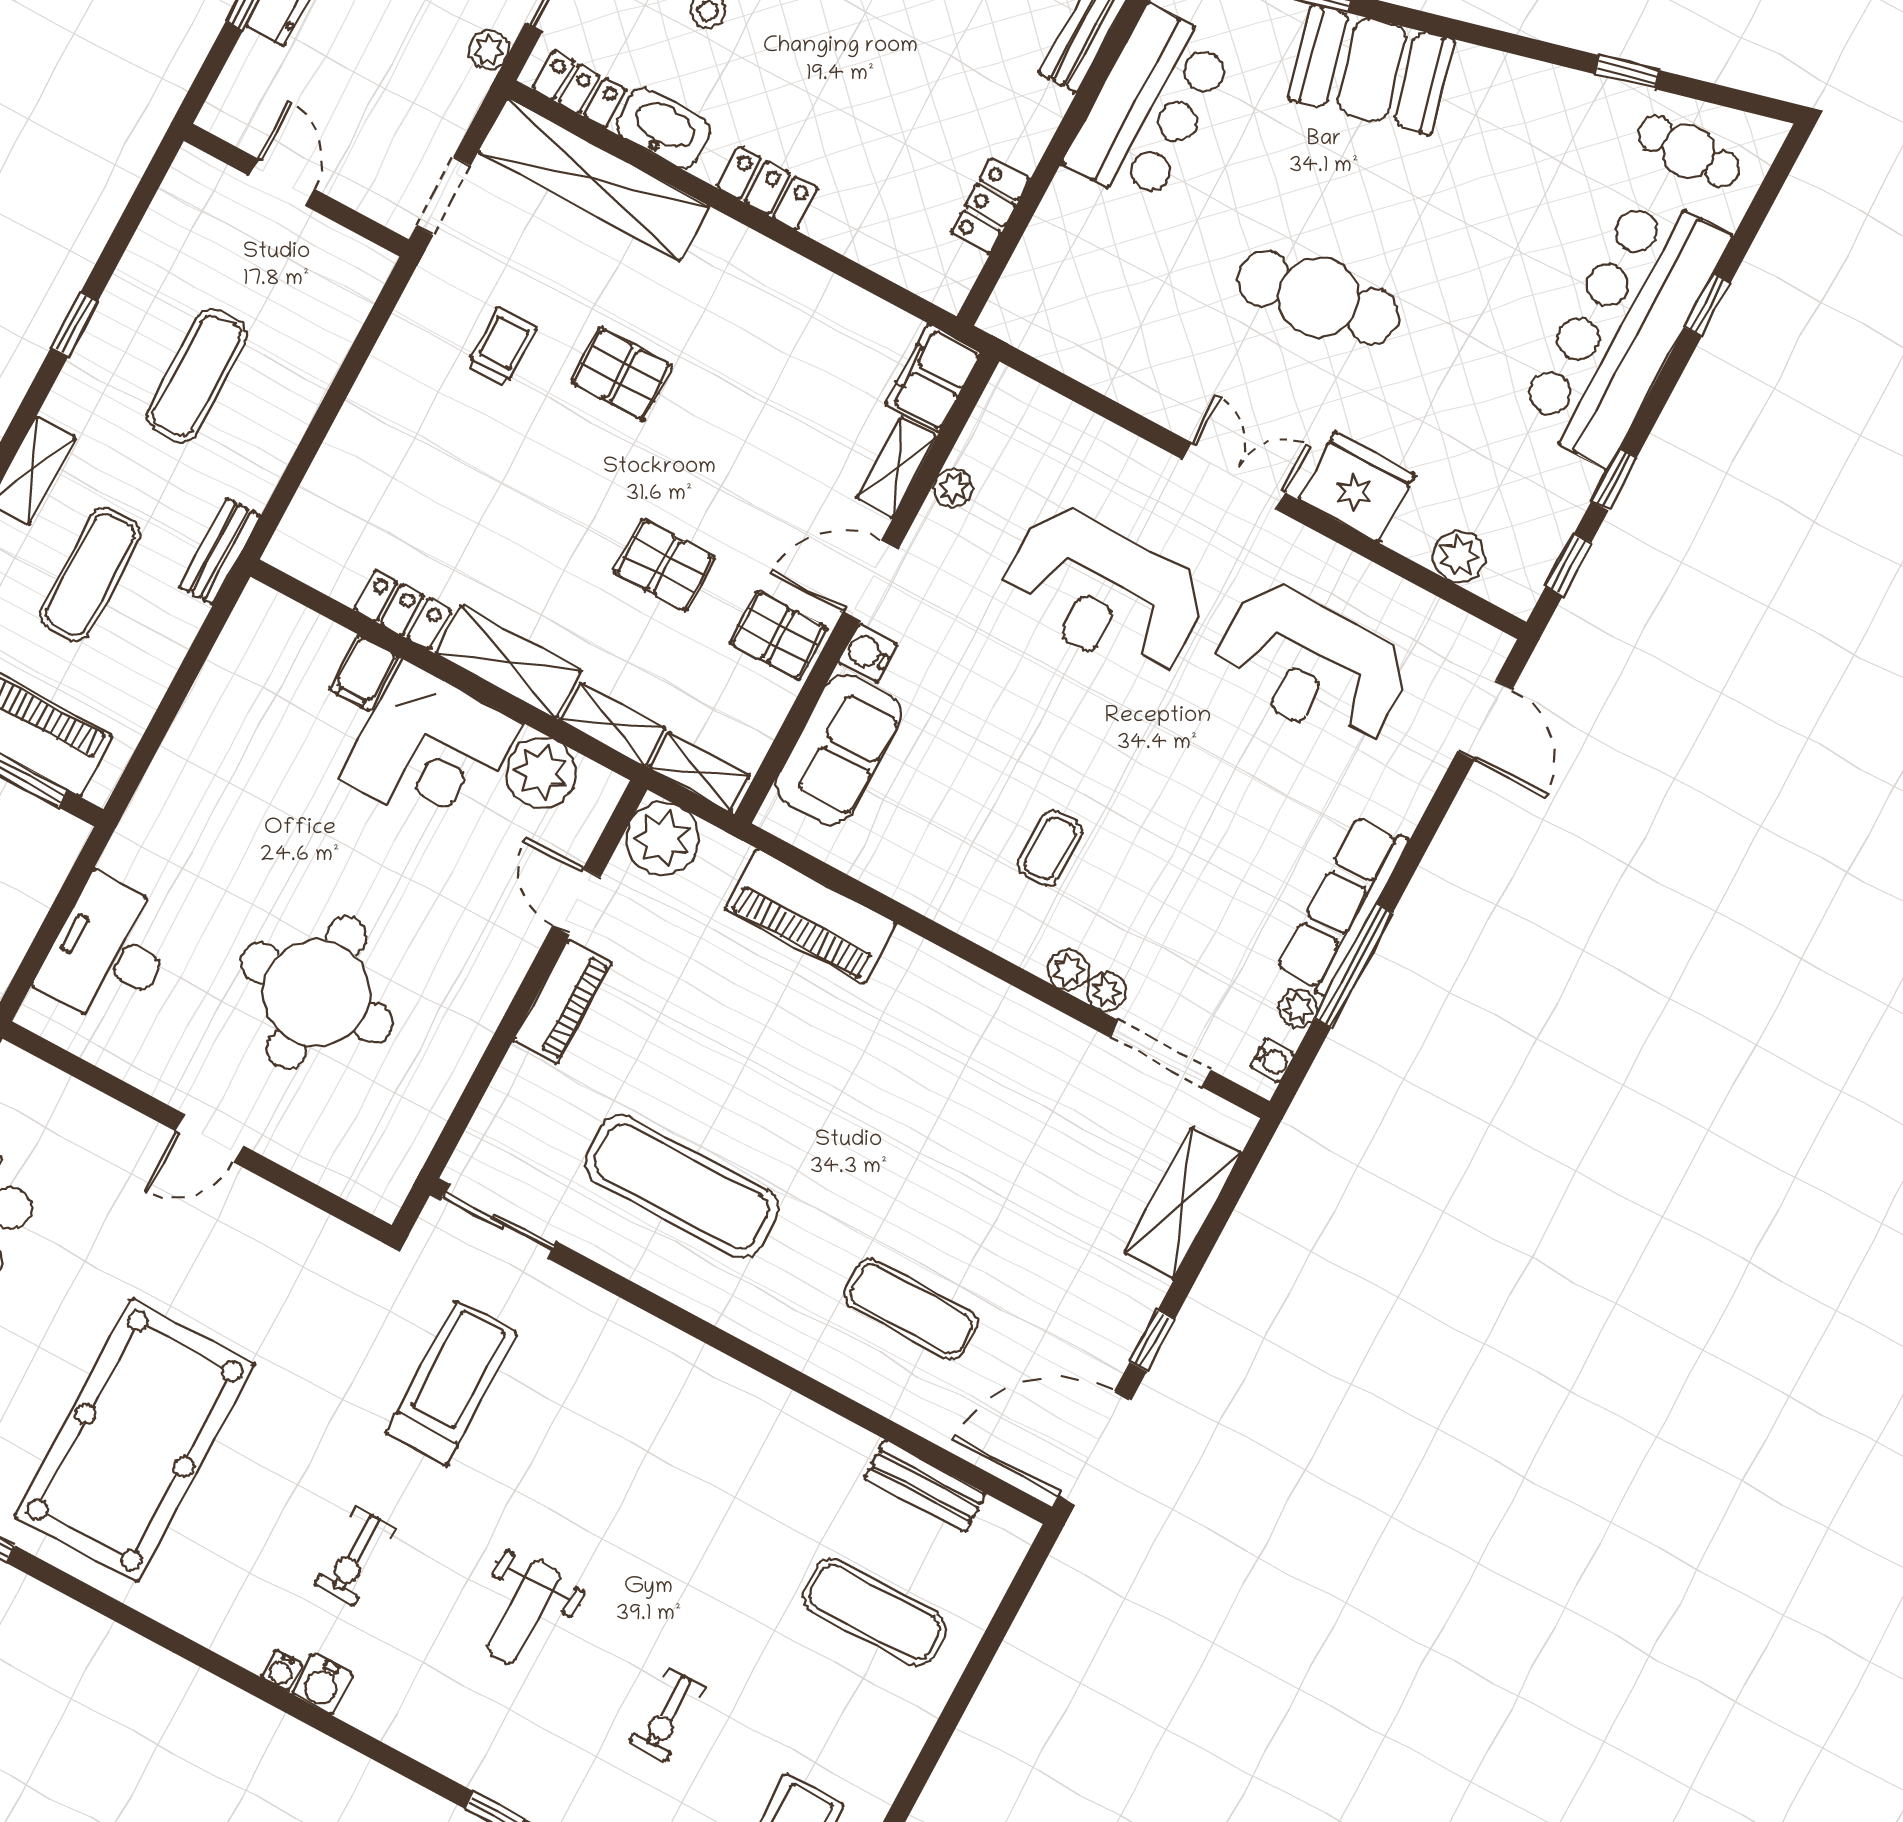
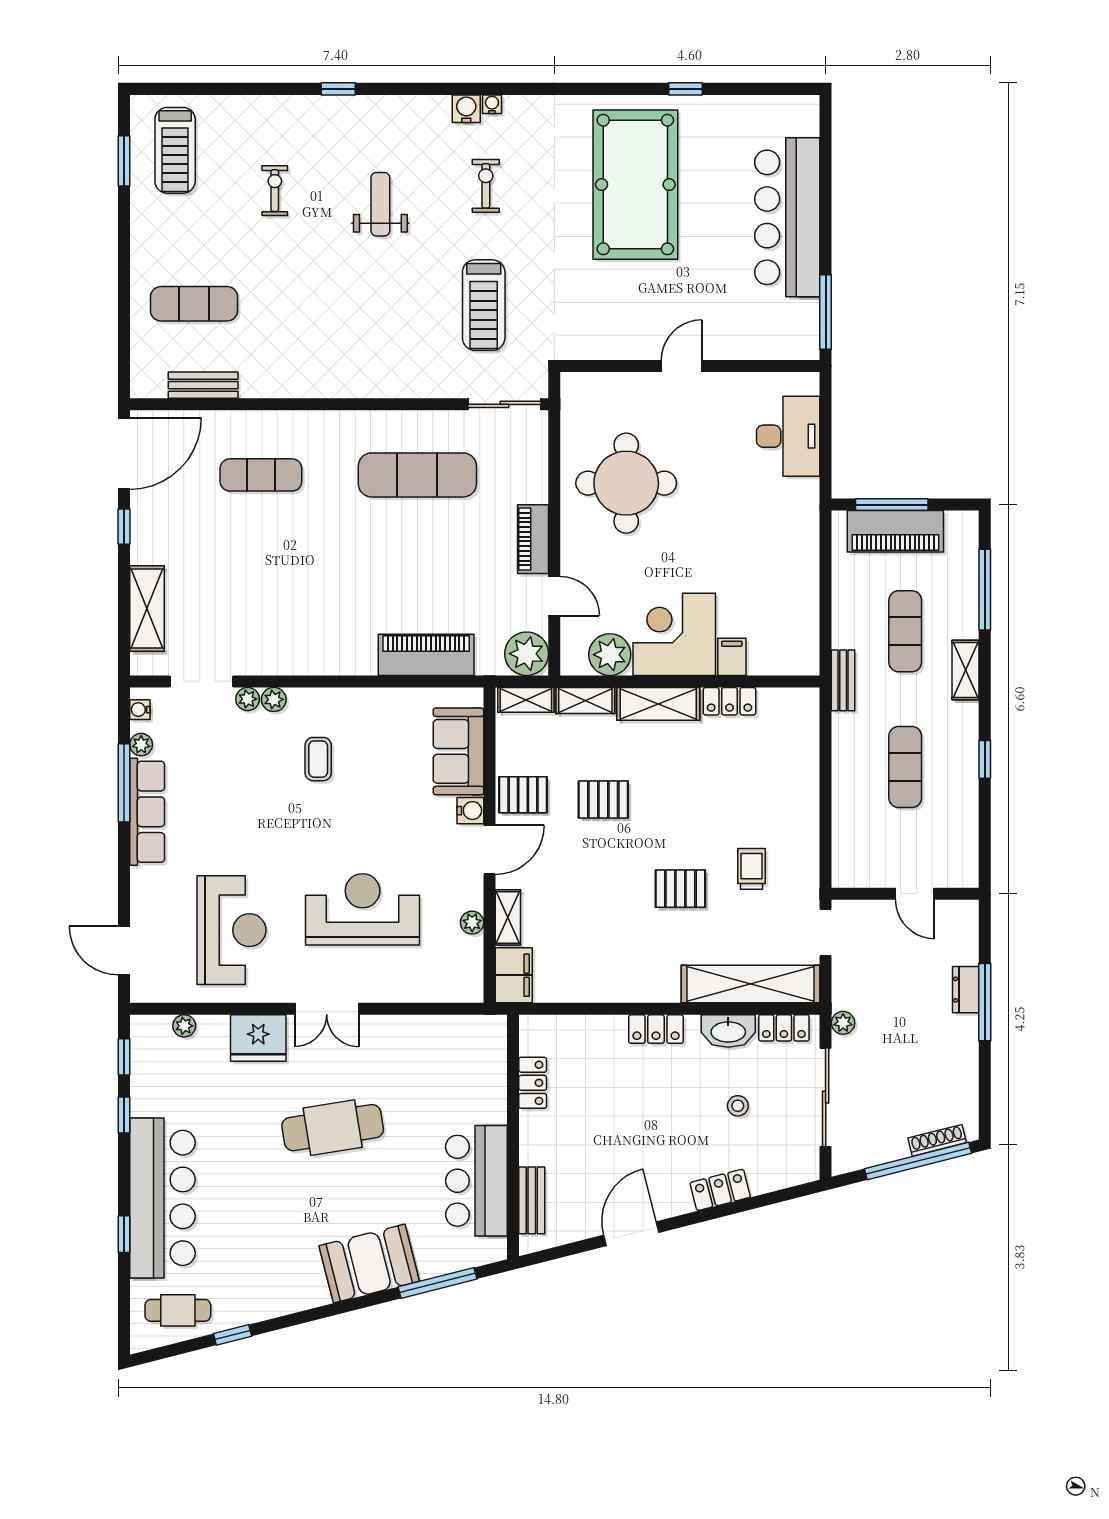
trolley: (502, 347) -> (752, 869), turned 180
plant: (1459, 557) -> (184, 1026), width x0.73, depth x0.73
reception desk: (1311, 666) -> (231, 930), turned 90
round table: (317, 993) -> (626, 483), moved

